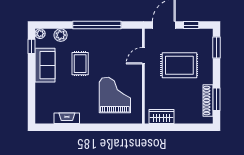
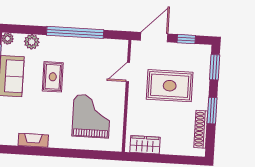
window: (216, 99) -> (212, 111), moved

